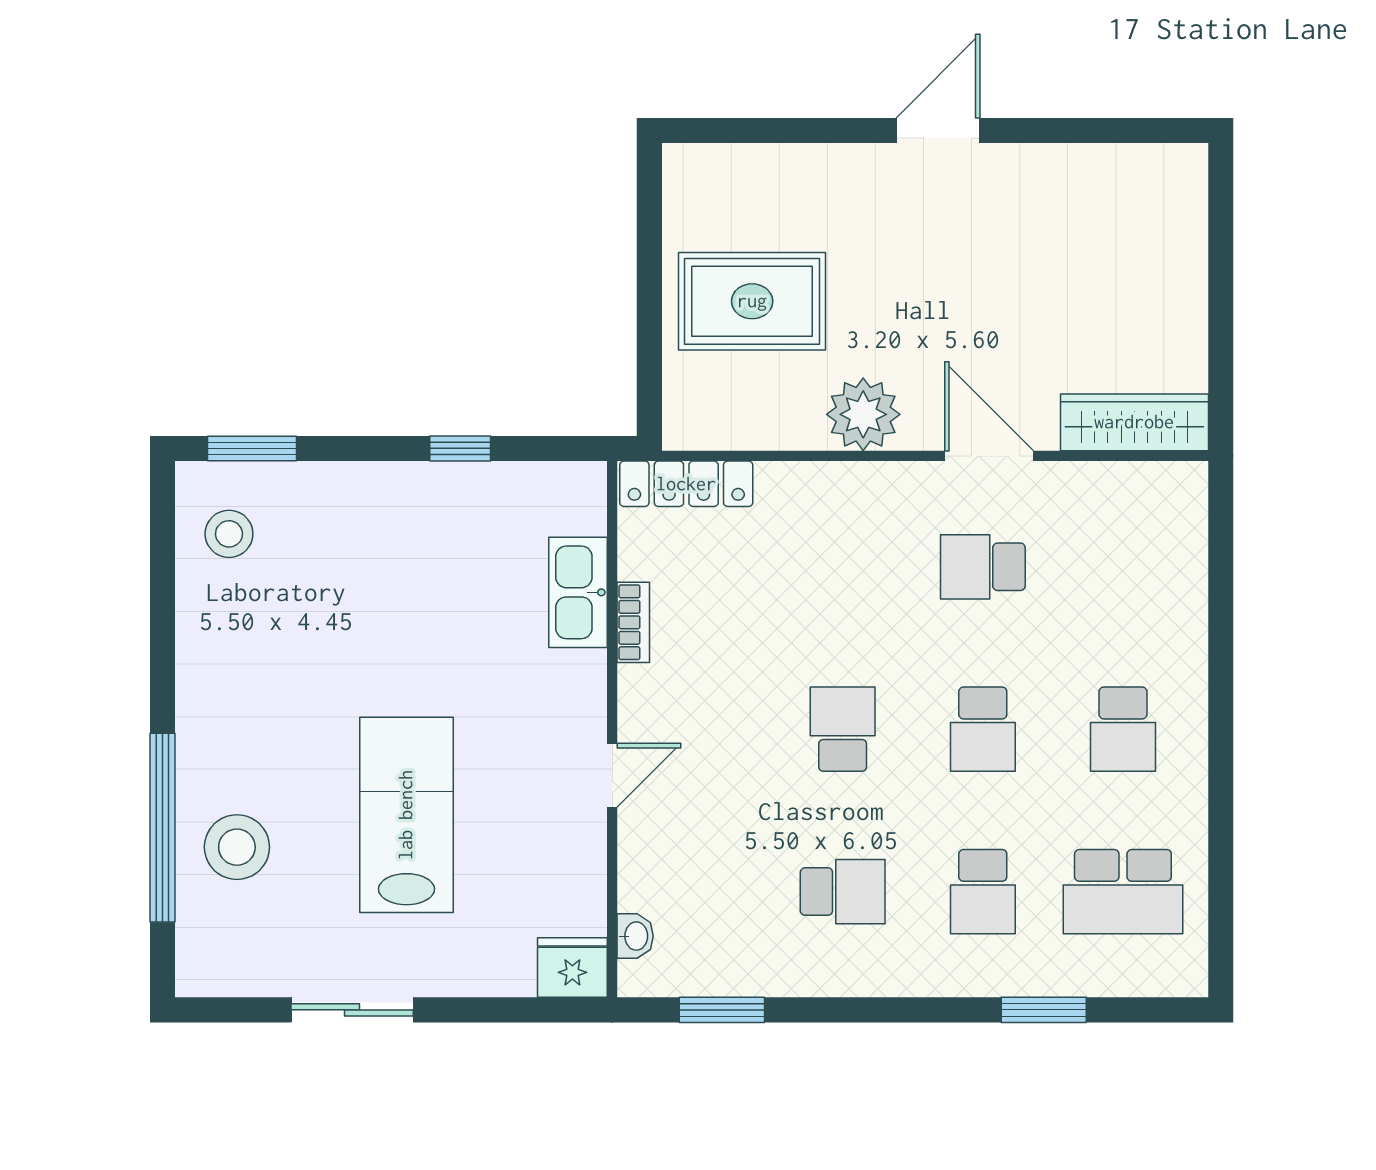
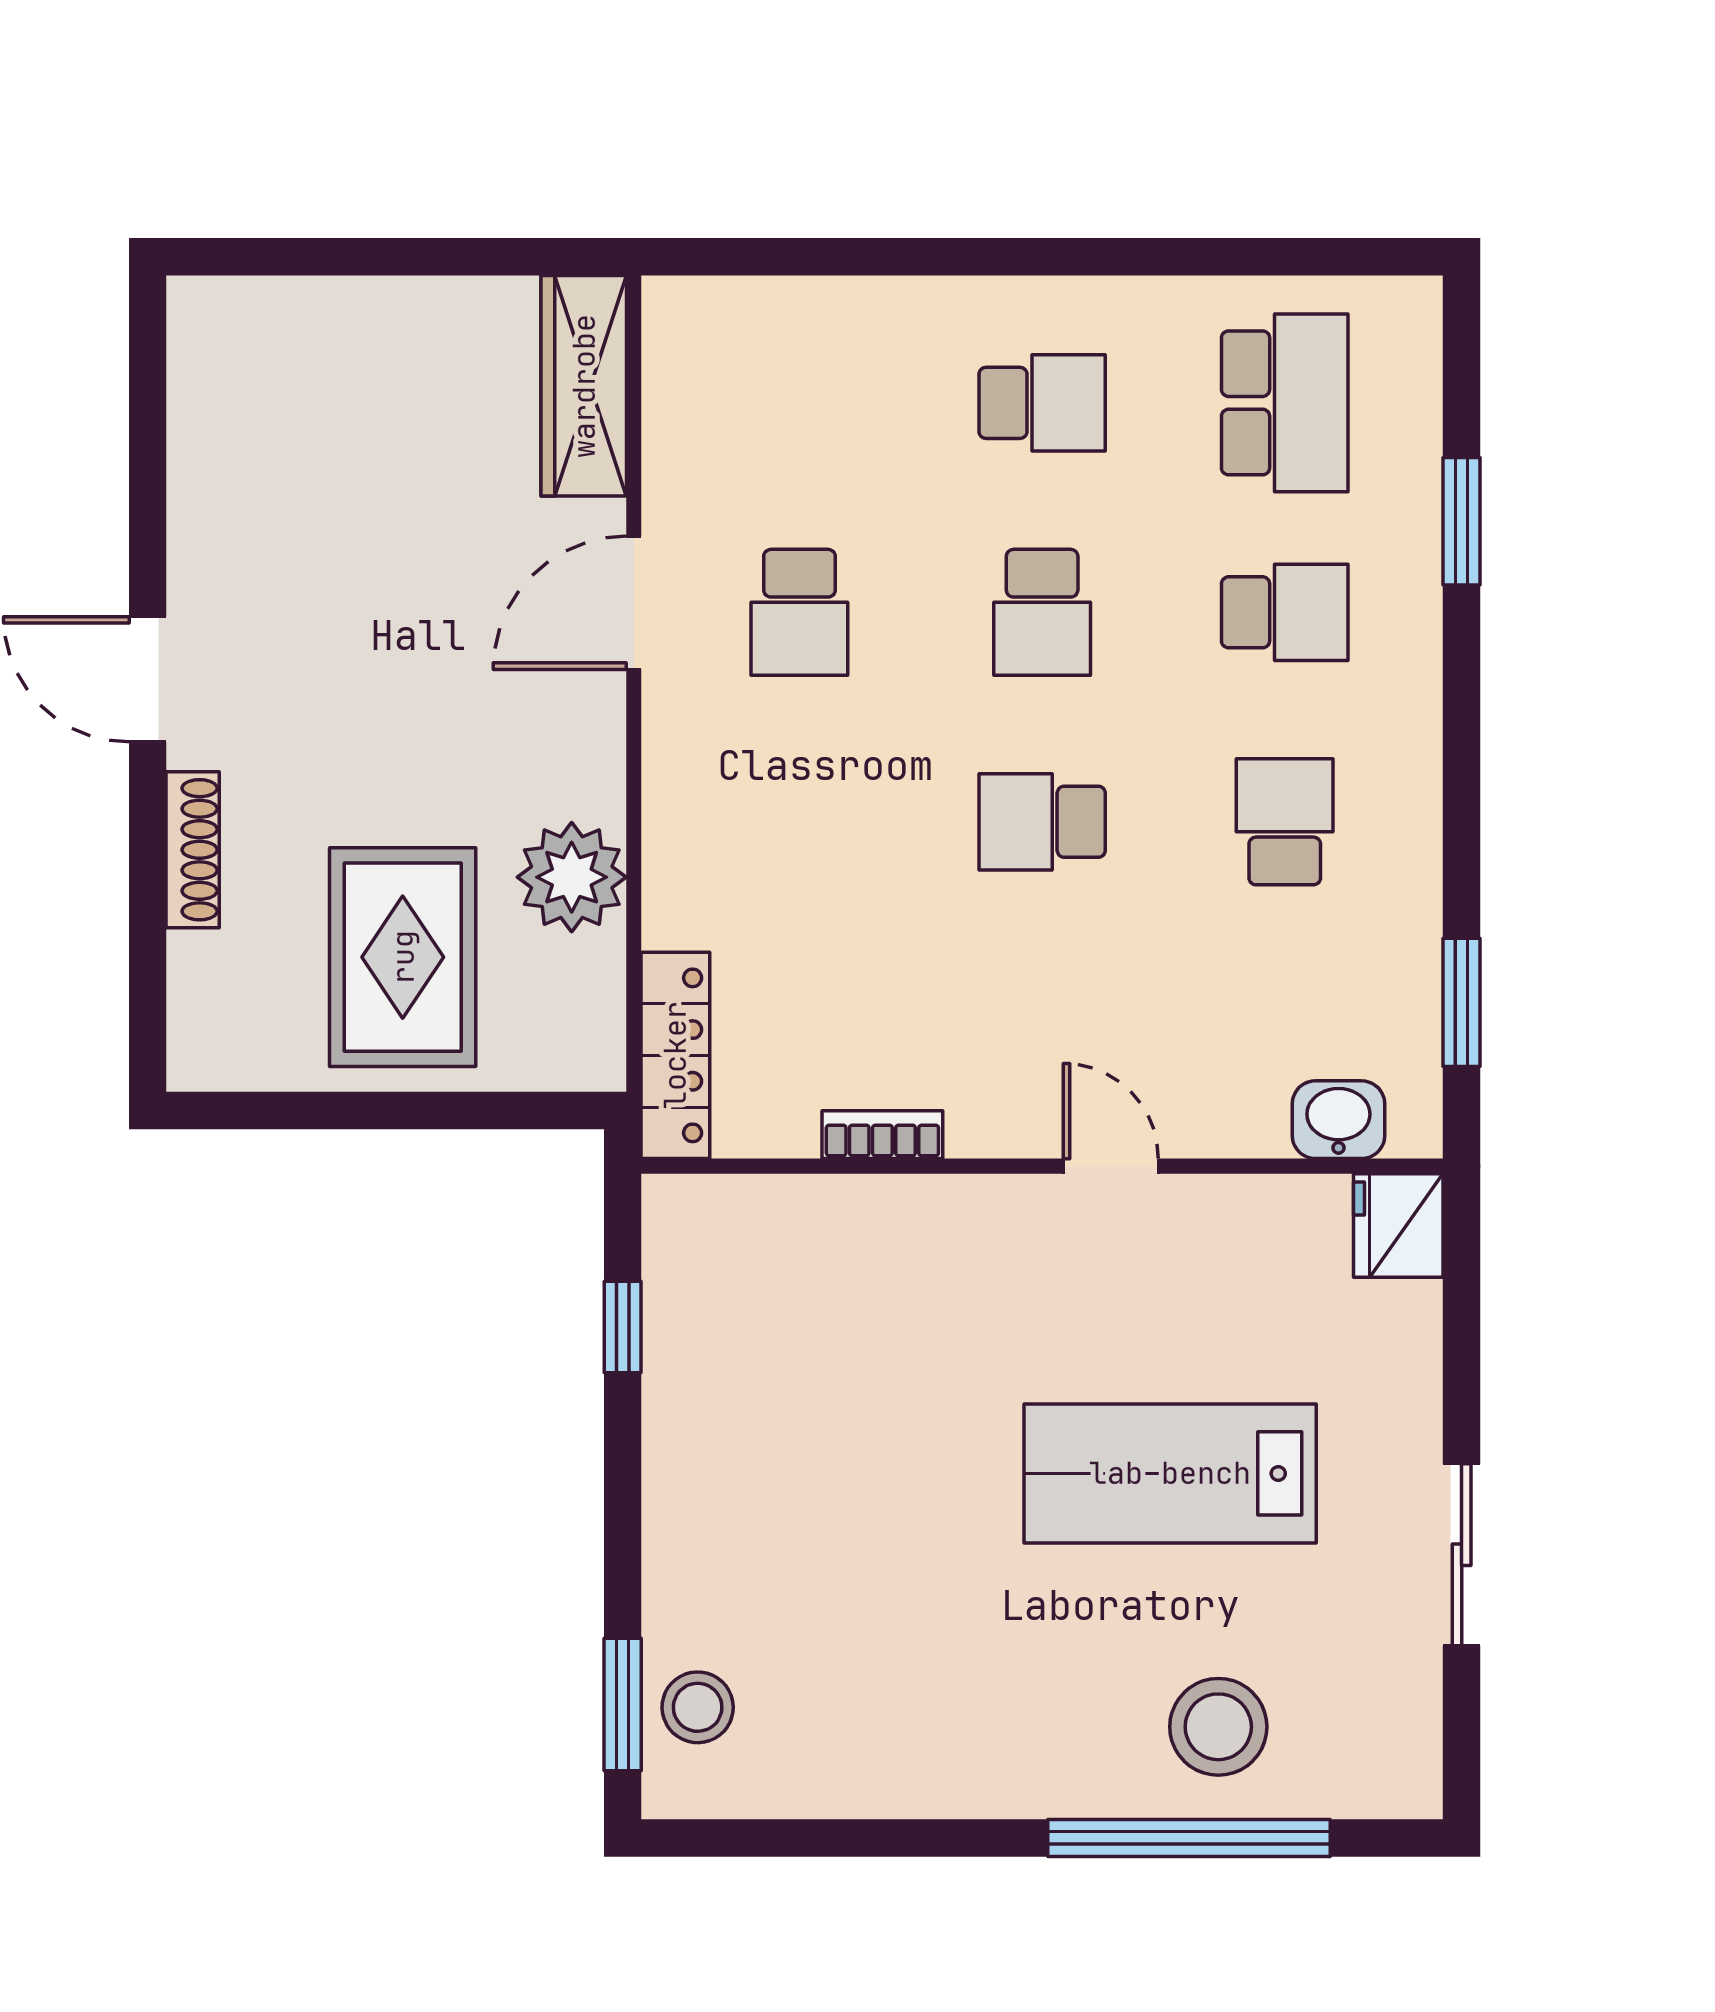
shoe rack: (824, 161) -> (193, 850), added
plant: (863, 414) -> (572, 877), moved
window: (460, 448) -> (623, 1327), moved
stool: (229, 534) -> (698, 1707), moved
kitchen sink: (578, 592) -> (838, 1217), removed
school desk: (983, 729) -> (1042, 612), turned 90
washbasin: (635, 936) -> (1338, 1120), width x1.38, depth x1.45

